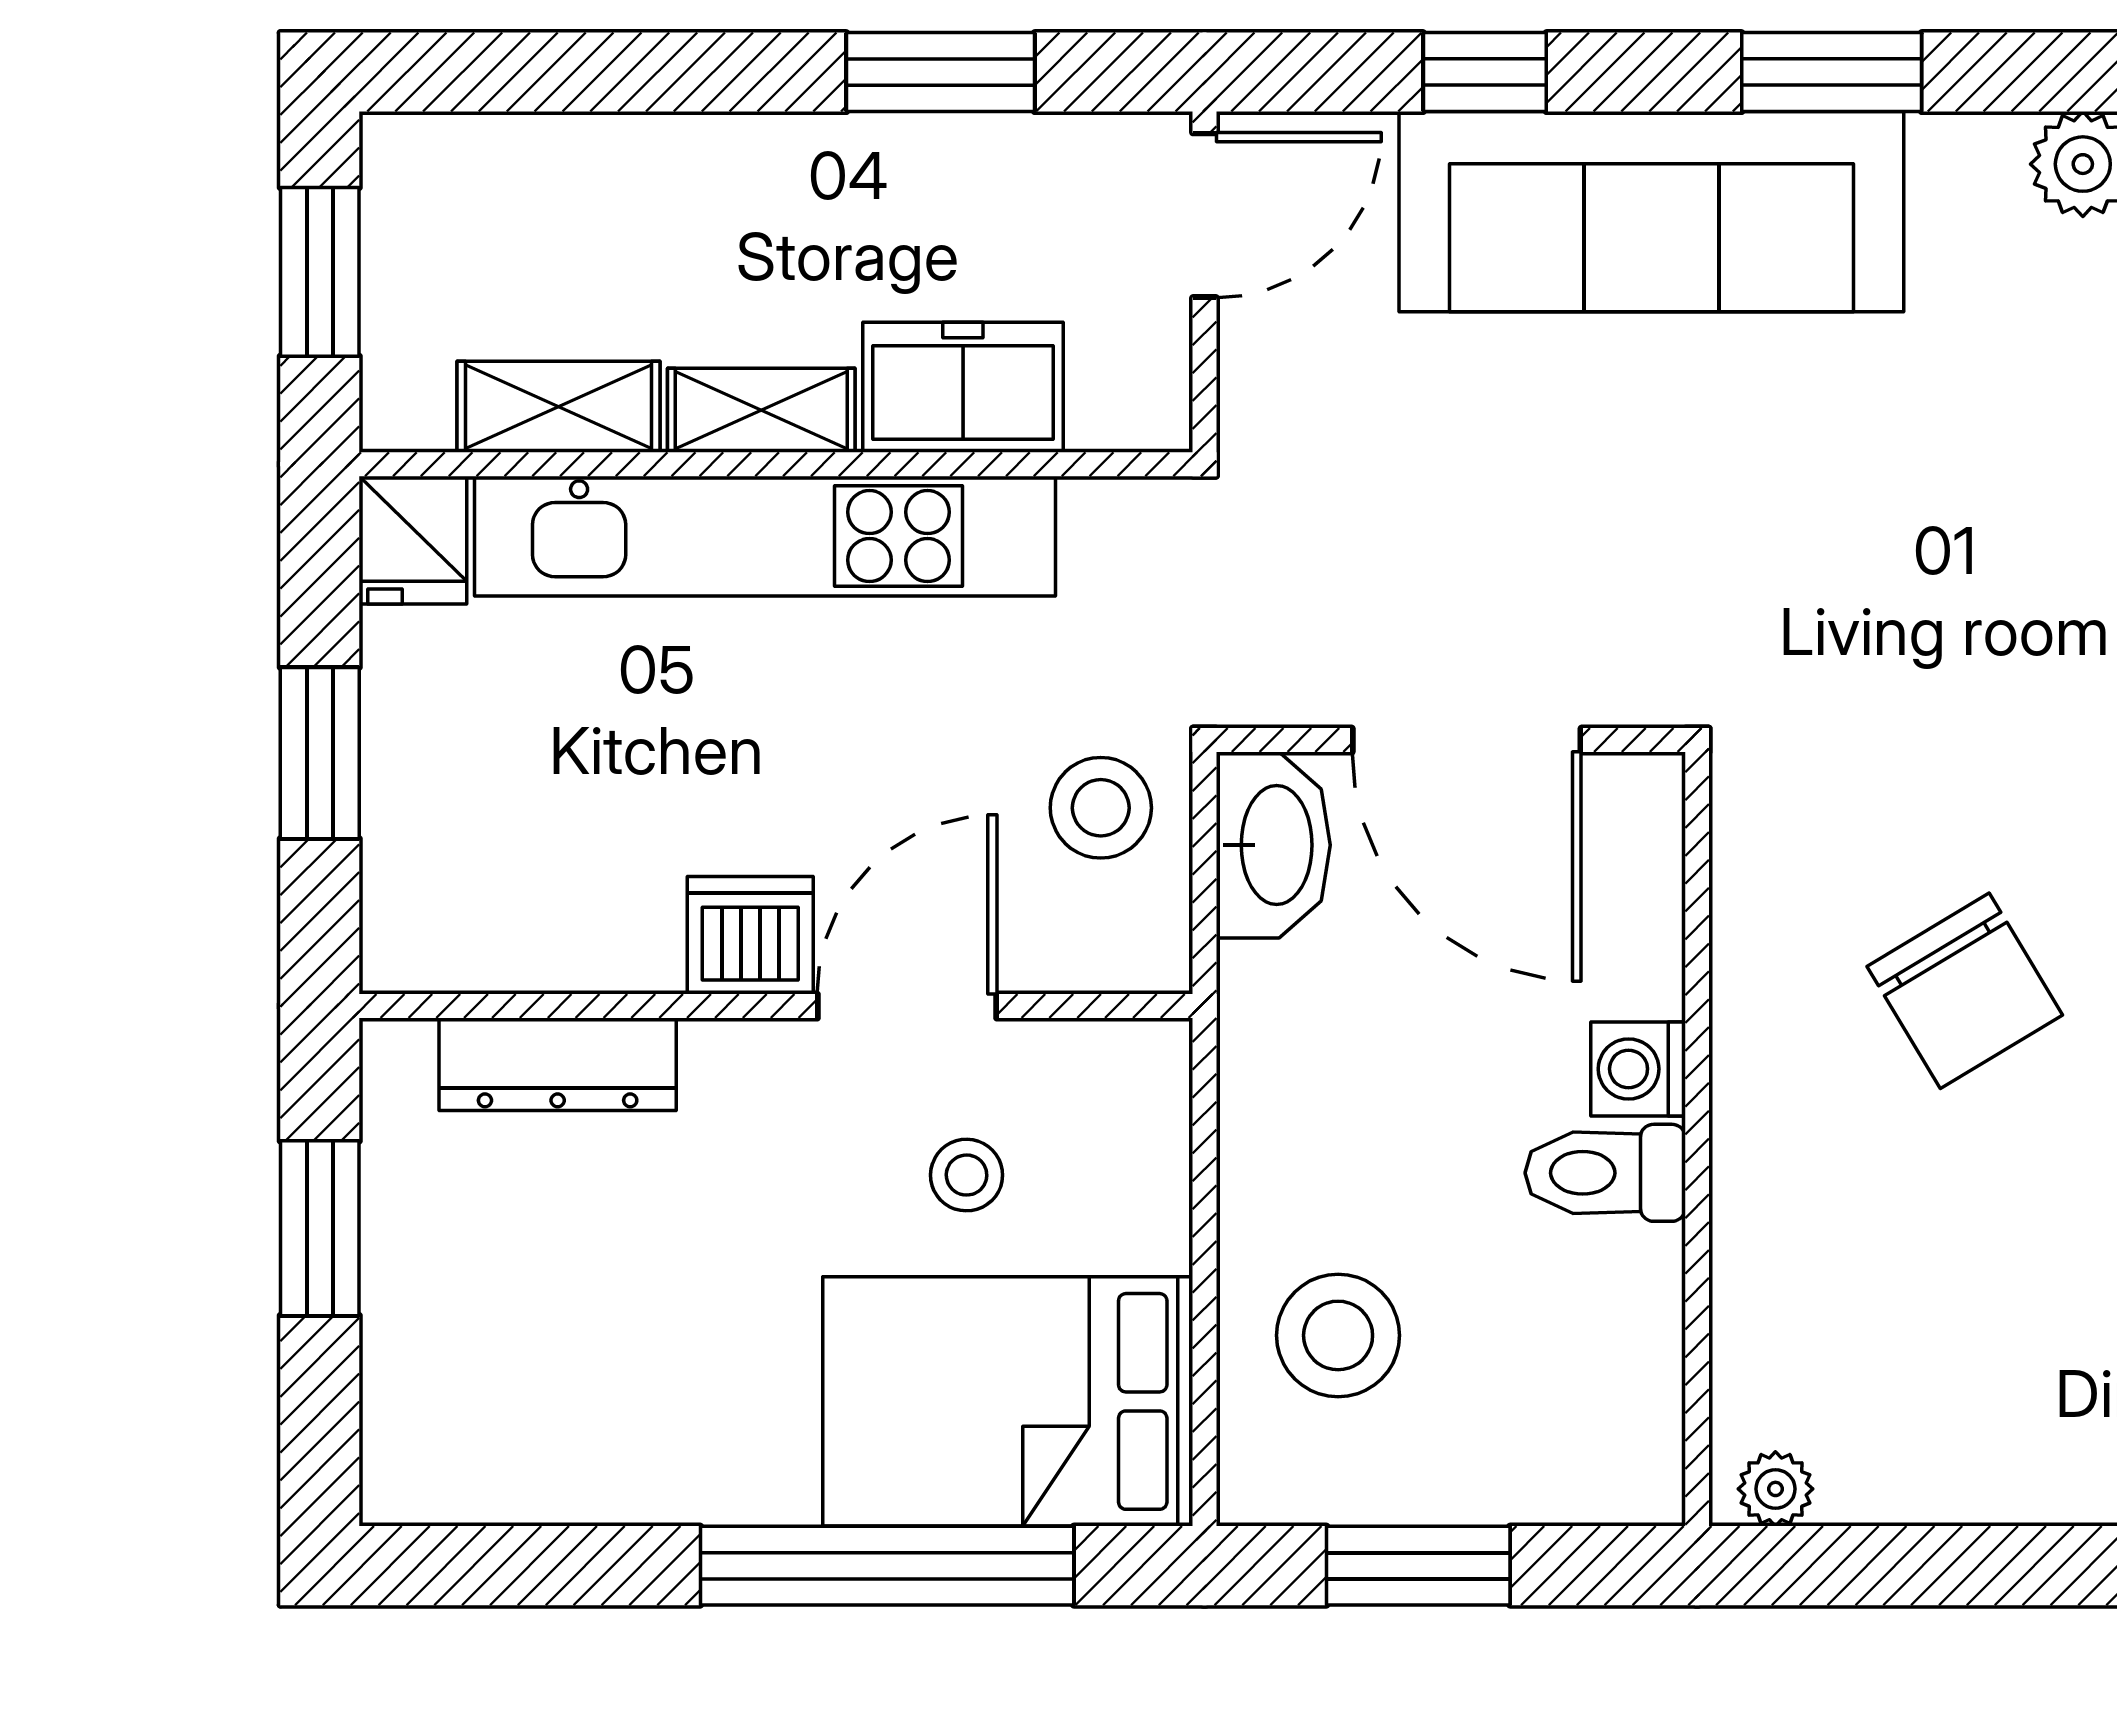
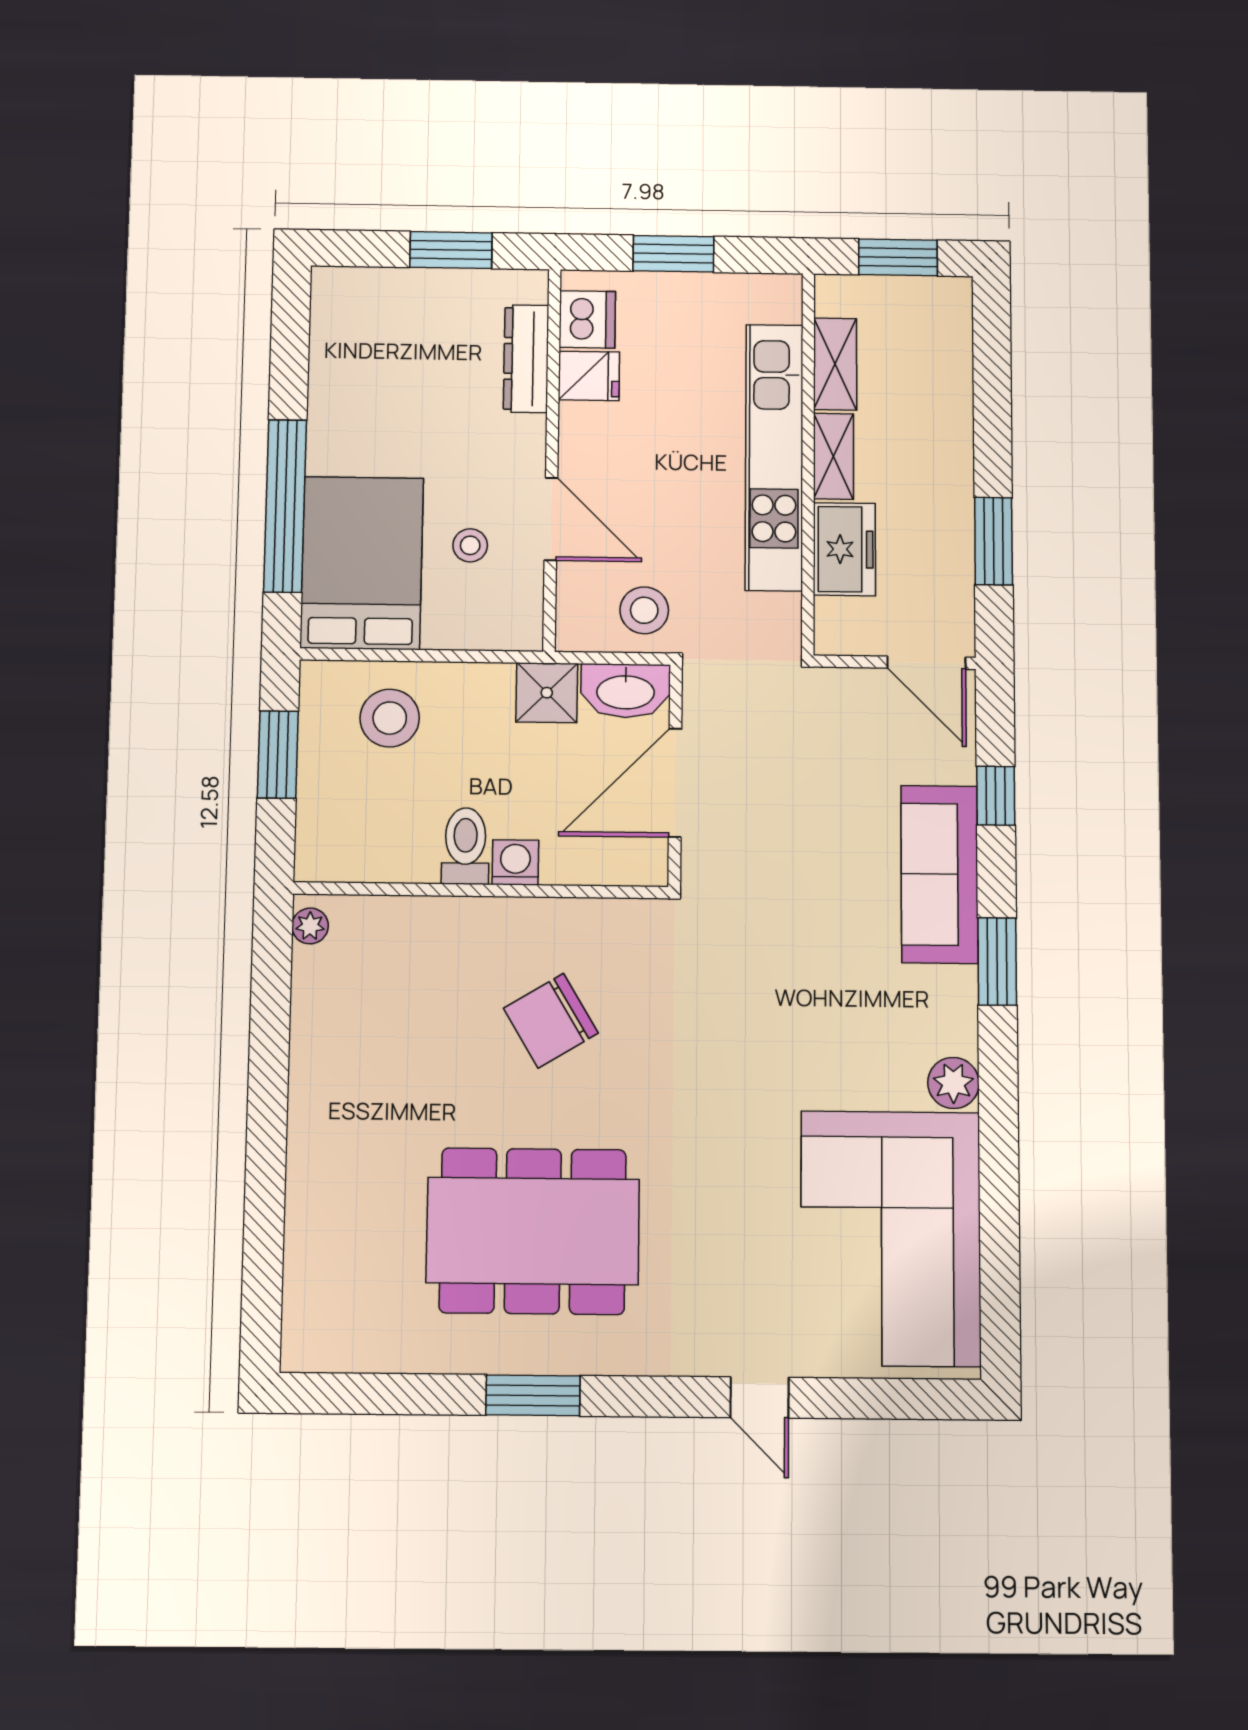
sofa: (1651, 212) -> (939, 874), width x0.74, depth x0.79
fridge: (413, 540) -> (589, 376), moved, turned 180
dishwasher: (750, 935) -> (587, 319), moved
shower: (1280, 1009) -> (547, 693), added

